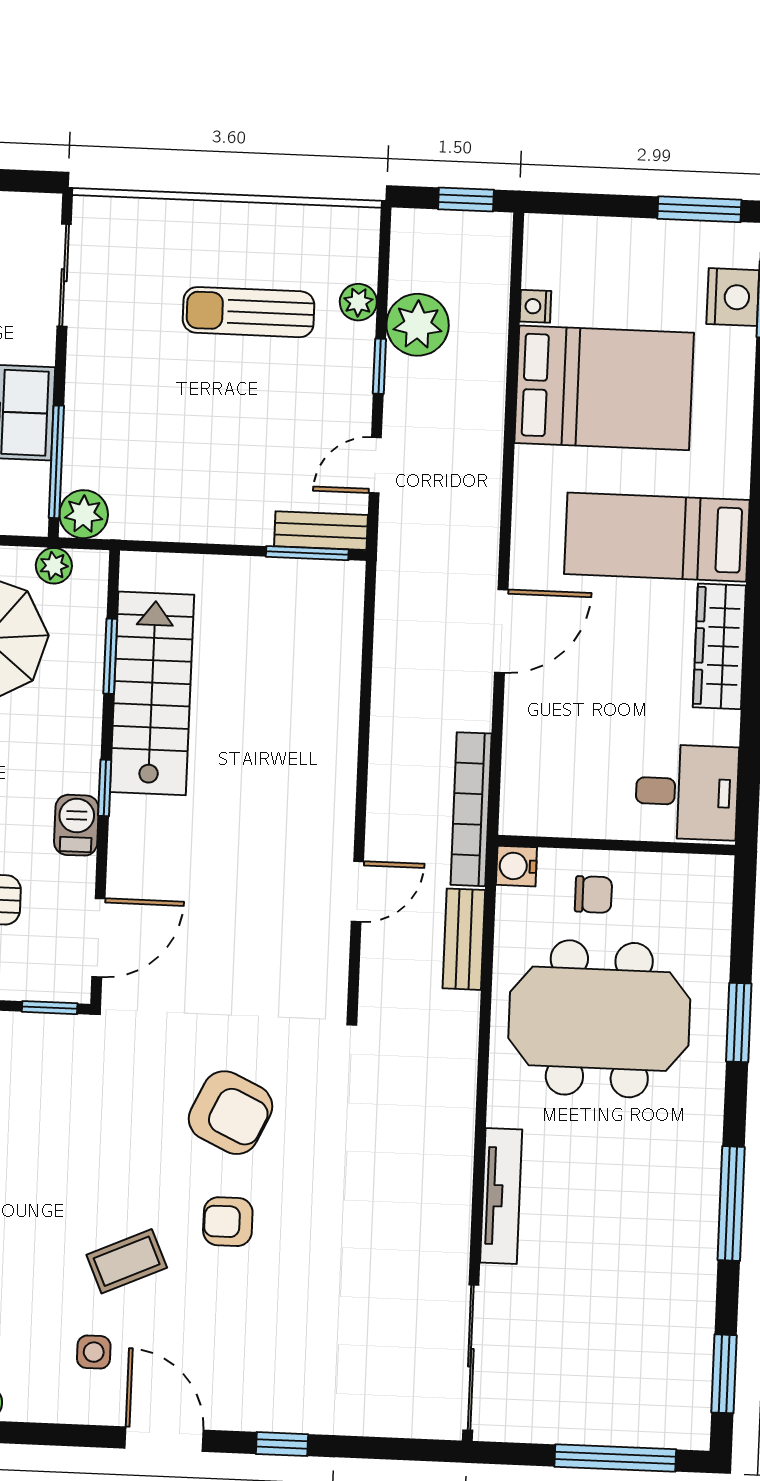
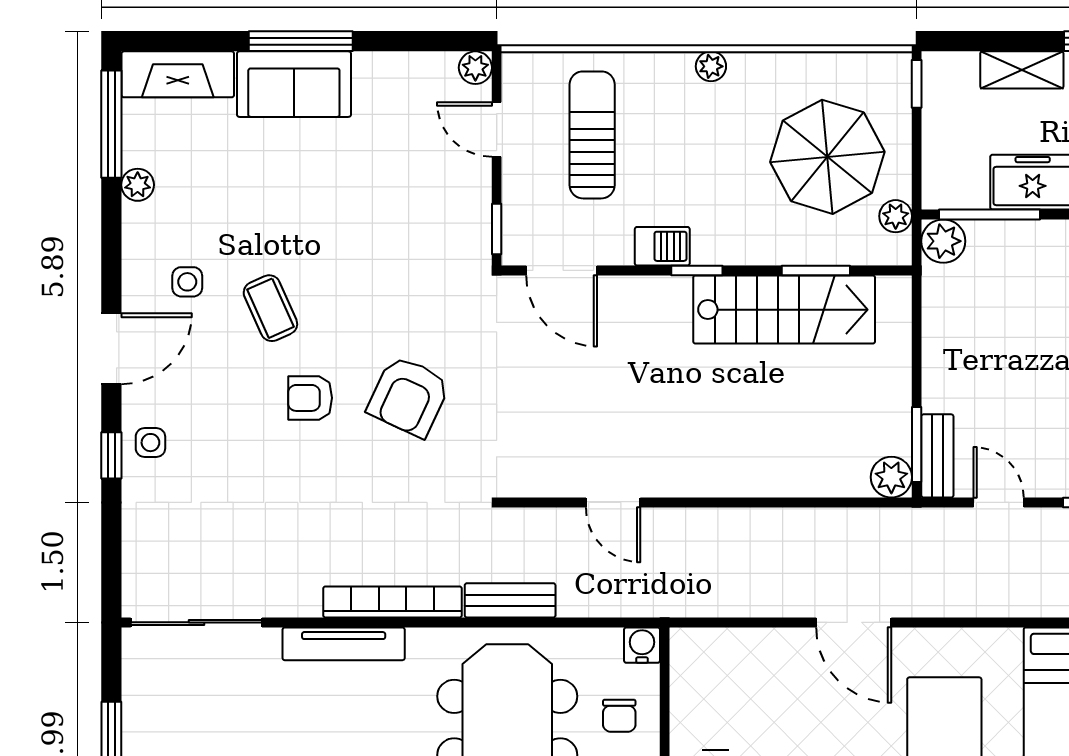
plant: (342, 583) -> (891, 477), added
bookcase: (471, 809) -> (392, 602), moved
bench: (464, 939) -> (510, 600), moved
armchair: (228, 1222) -> (310, 398), turned -90
side table: (270, 1400) -> (150, 443), added

